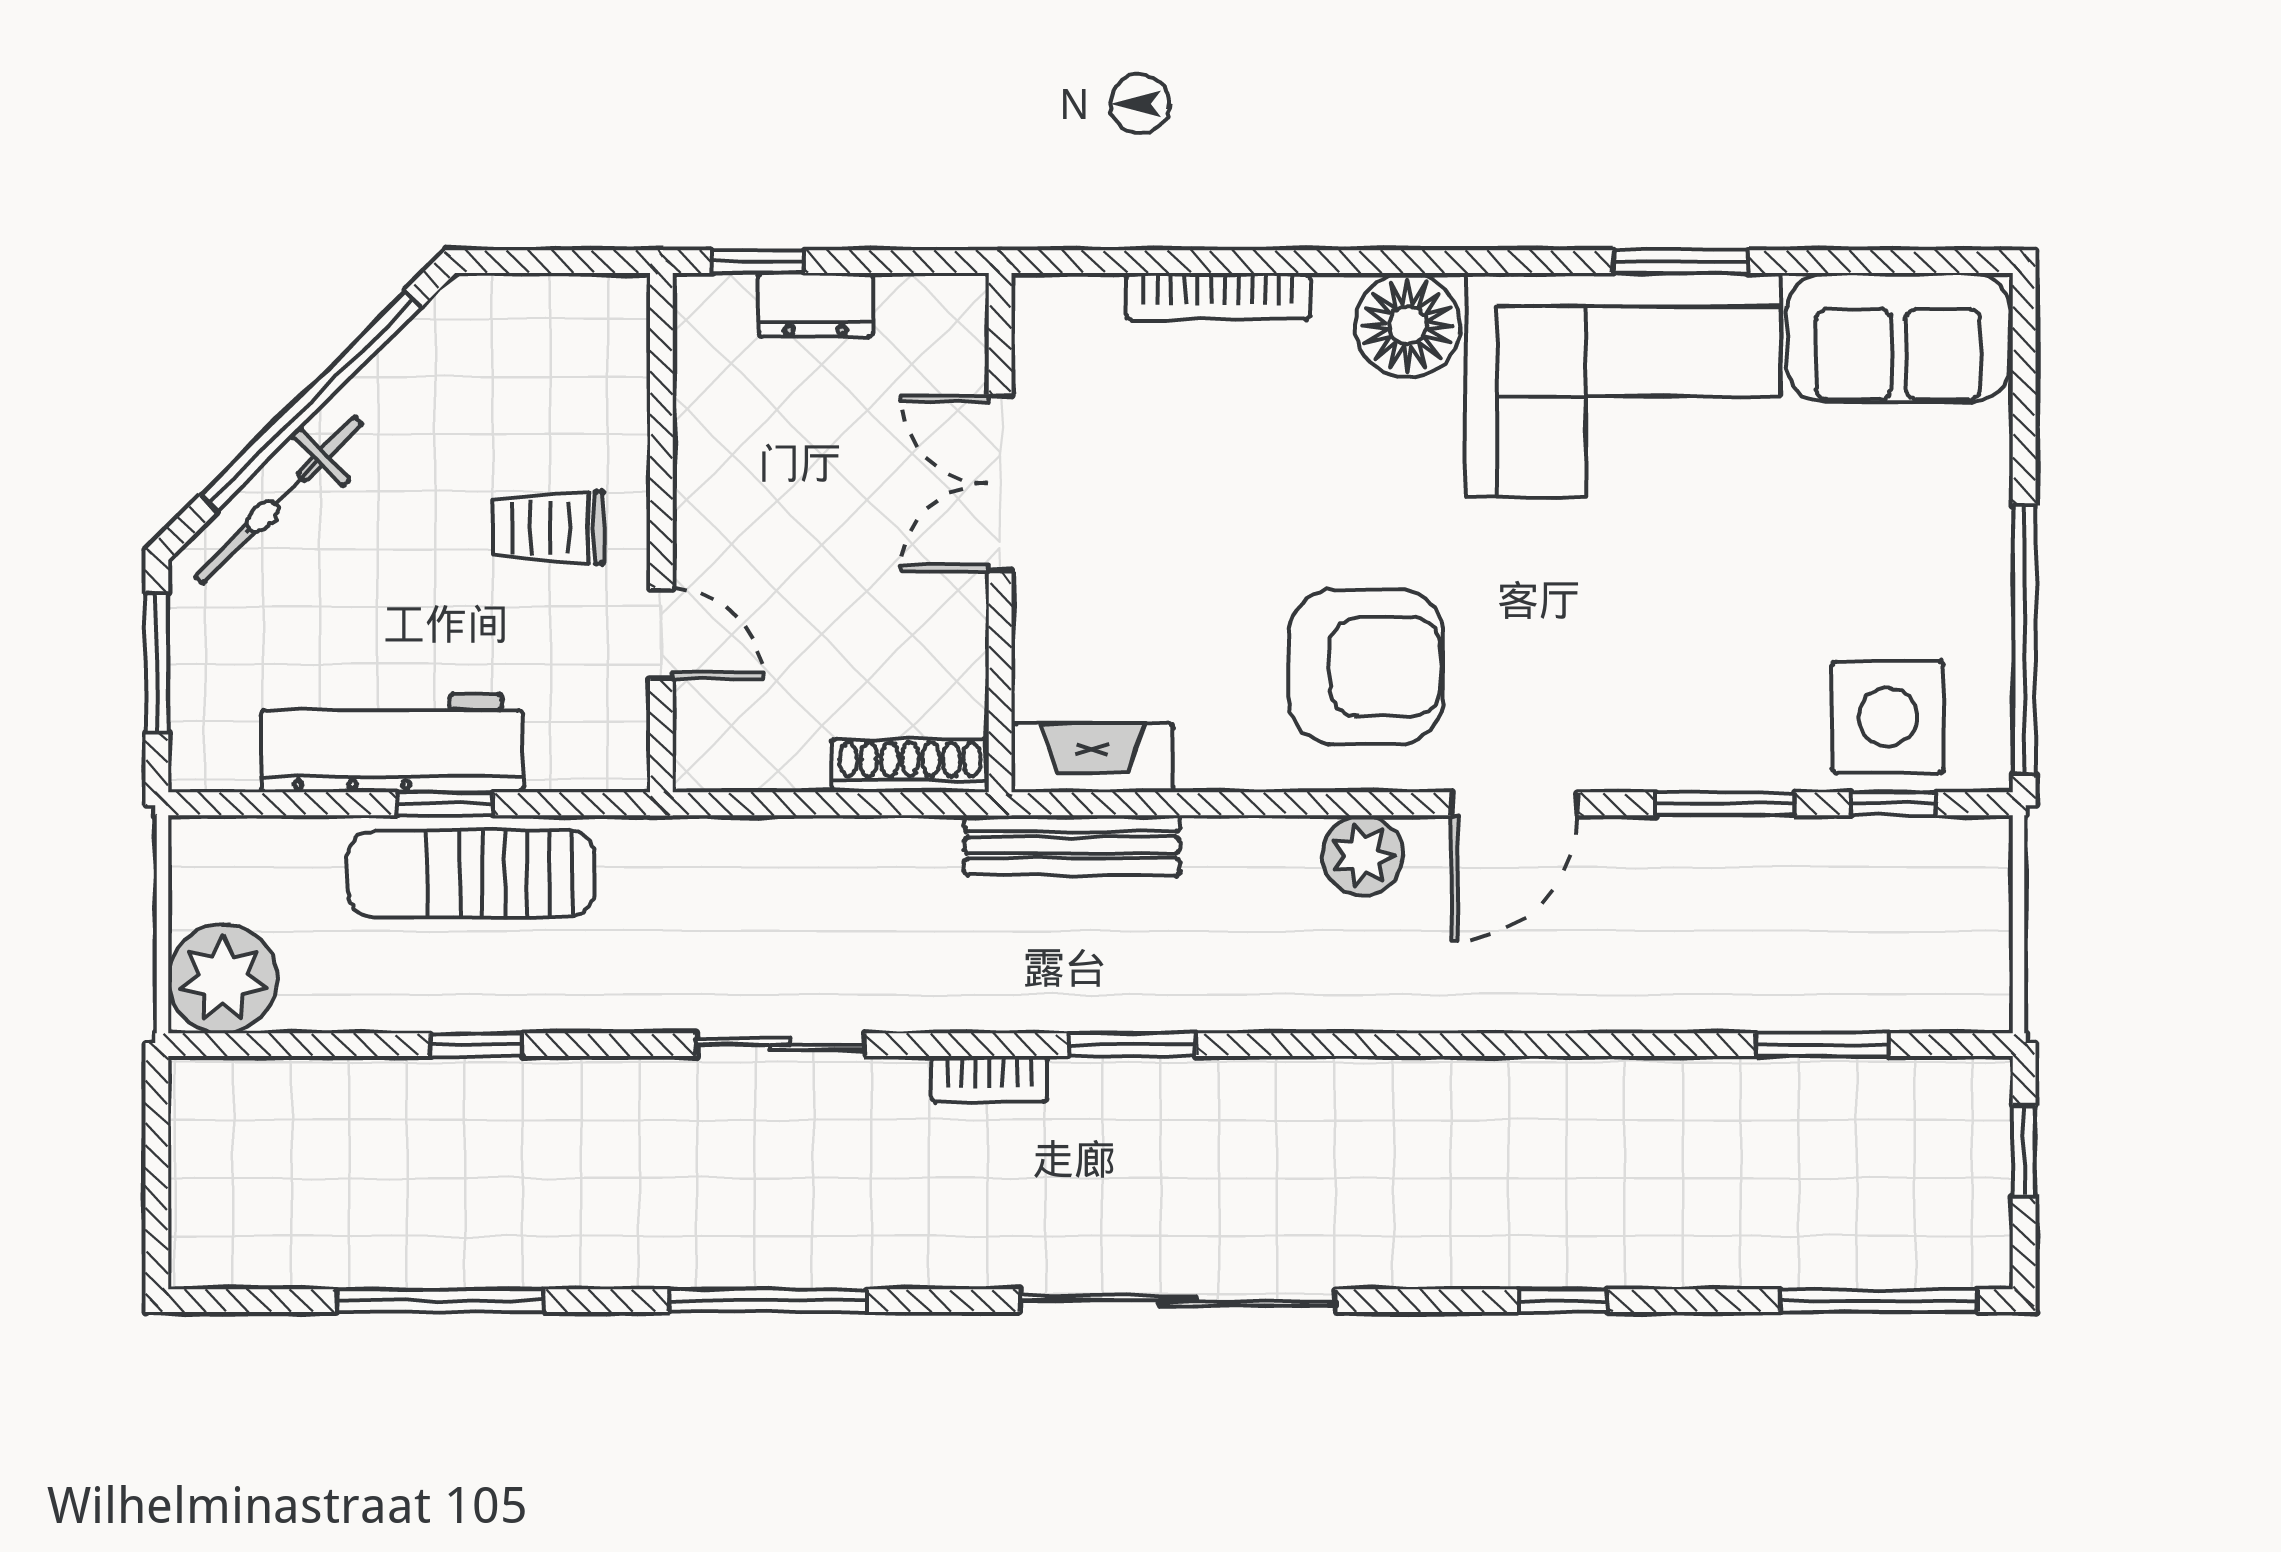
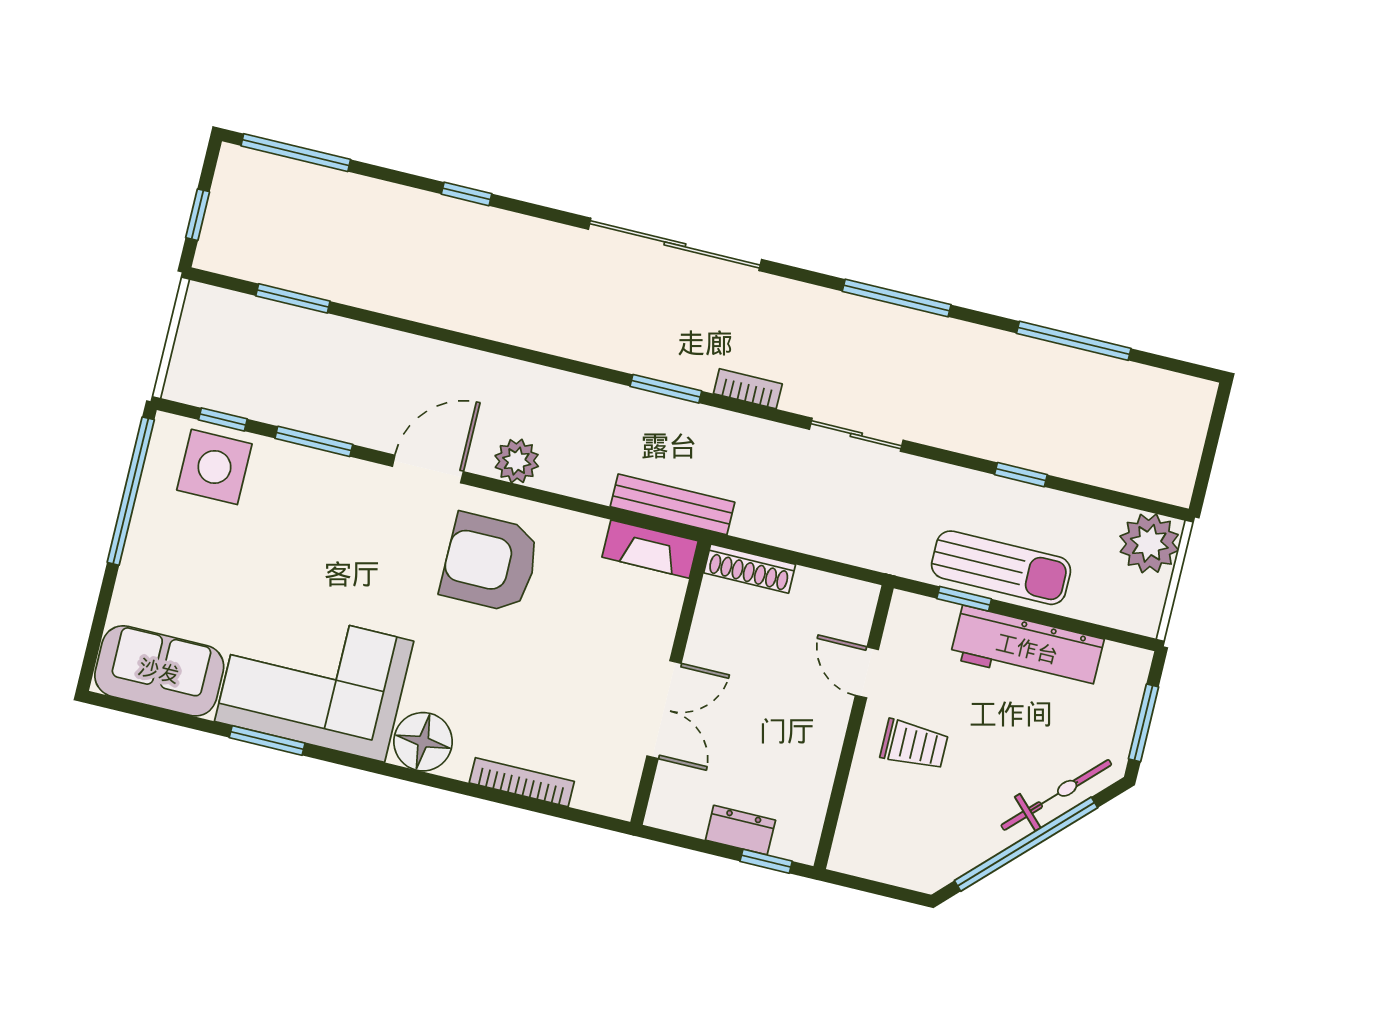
window: (445, 804) -> (964, 599), moved

